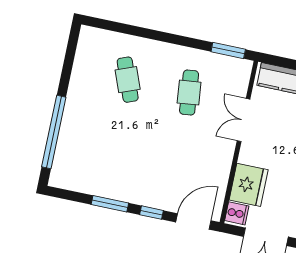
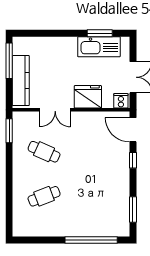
cafe table: (189, 93) -> (44, 152), turned 30
fridge: (249, 185) -> (88, 97), moved
window: (110, 204) -> (133, 209), moved

